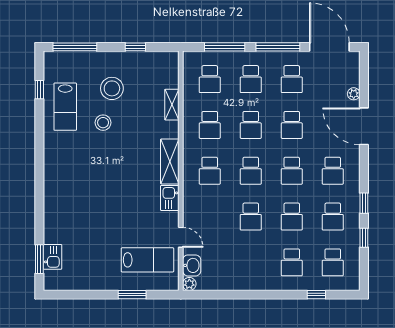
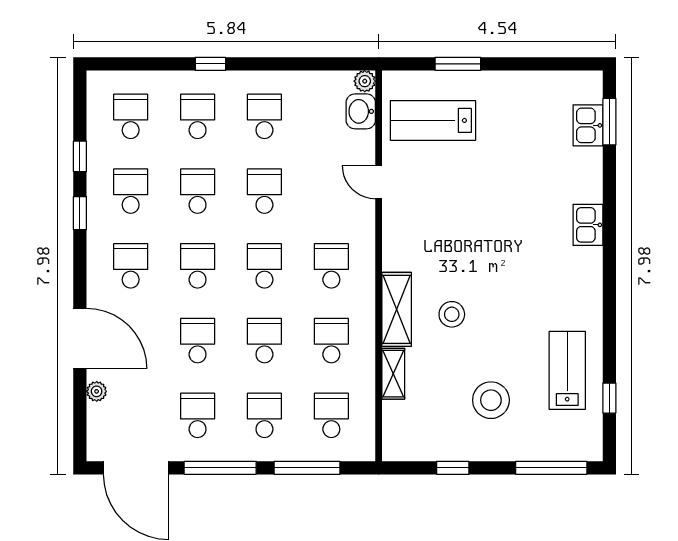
stool: (103, 123) -> (452, 314), moved
shelving: (170, 161) -> (397, 309), moved
kitchen sink: (170, 198) -> (588, 225), moved, turned 180
door: (181, 237) -> (379, 182), moved
school desk: (251, 262) -> (264, 116), added
window: (316, 295) -> (210, 64), moved

